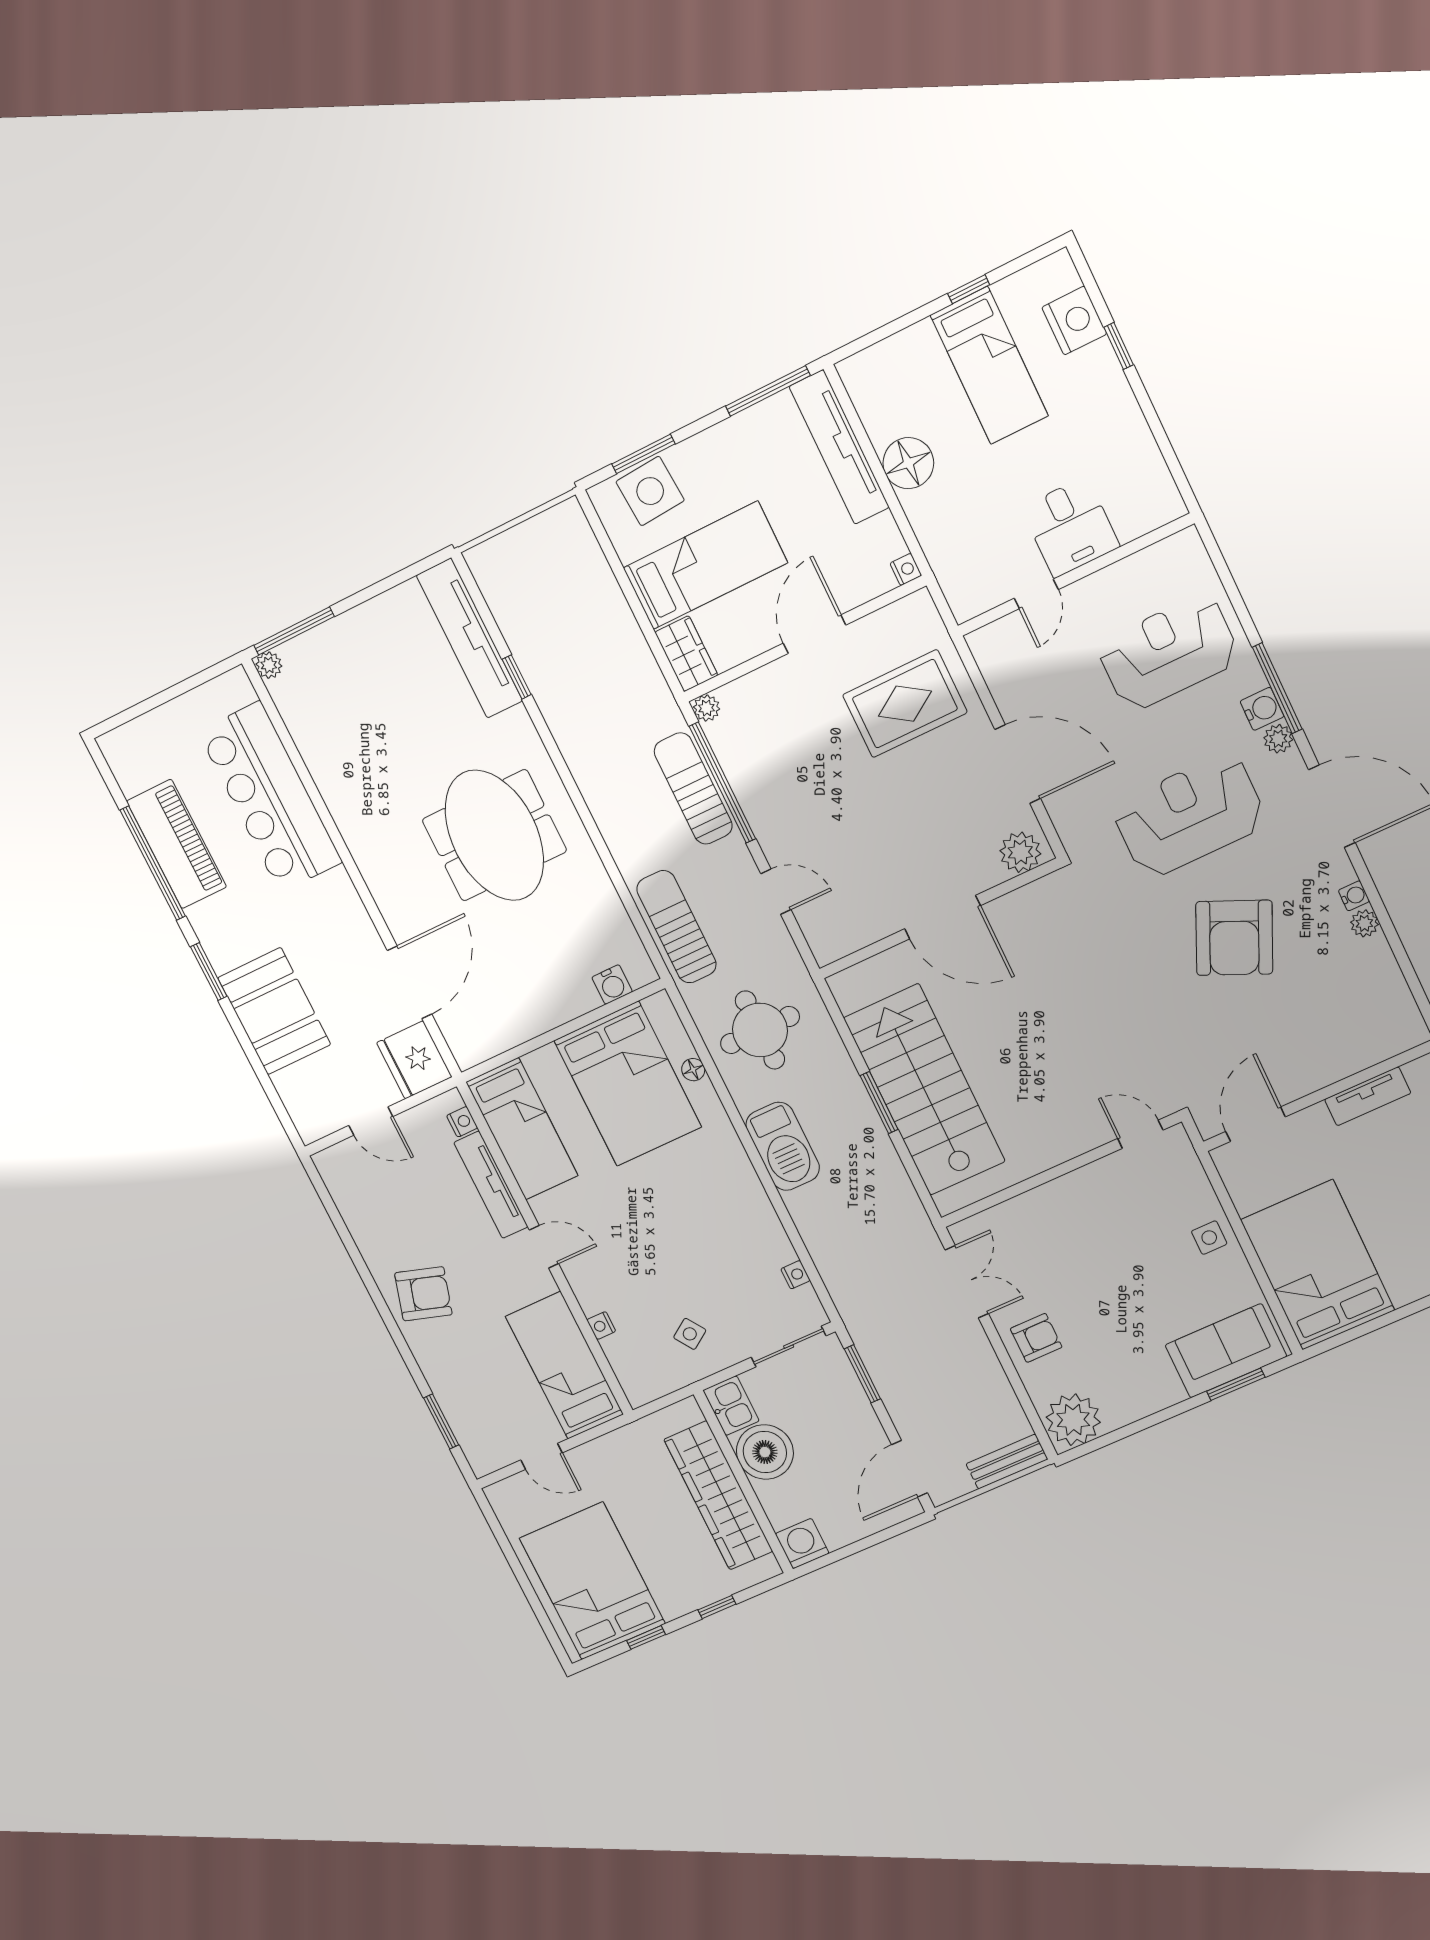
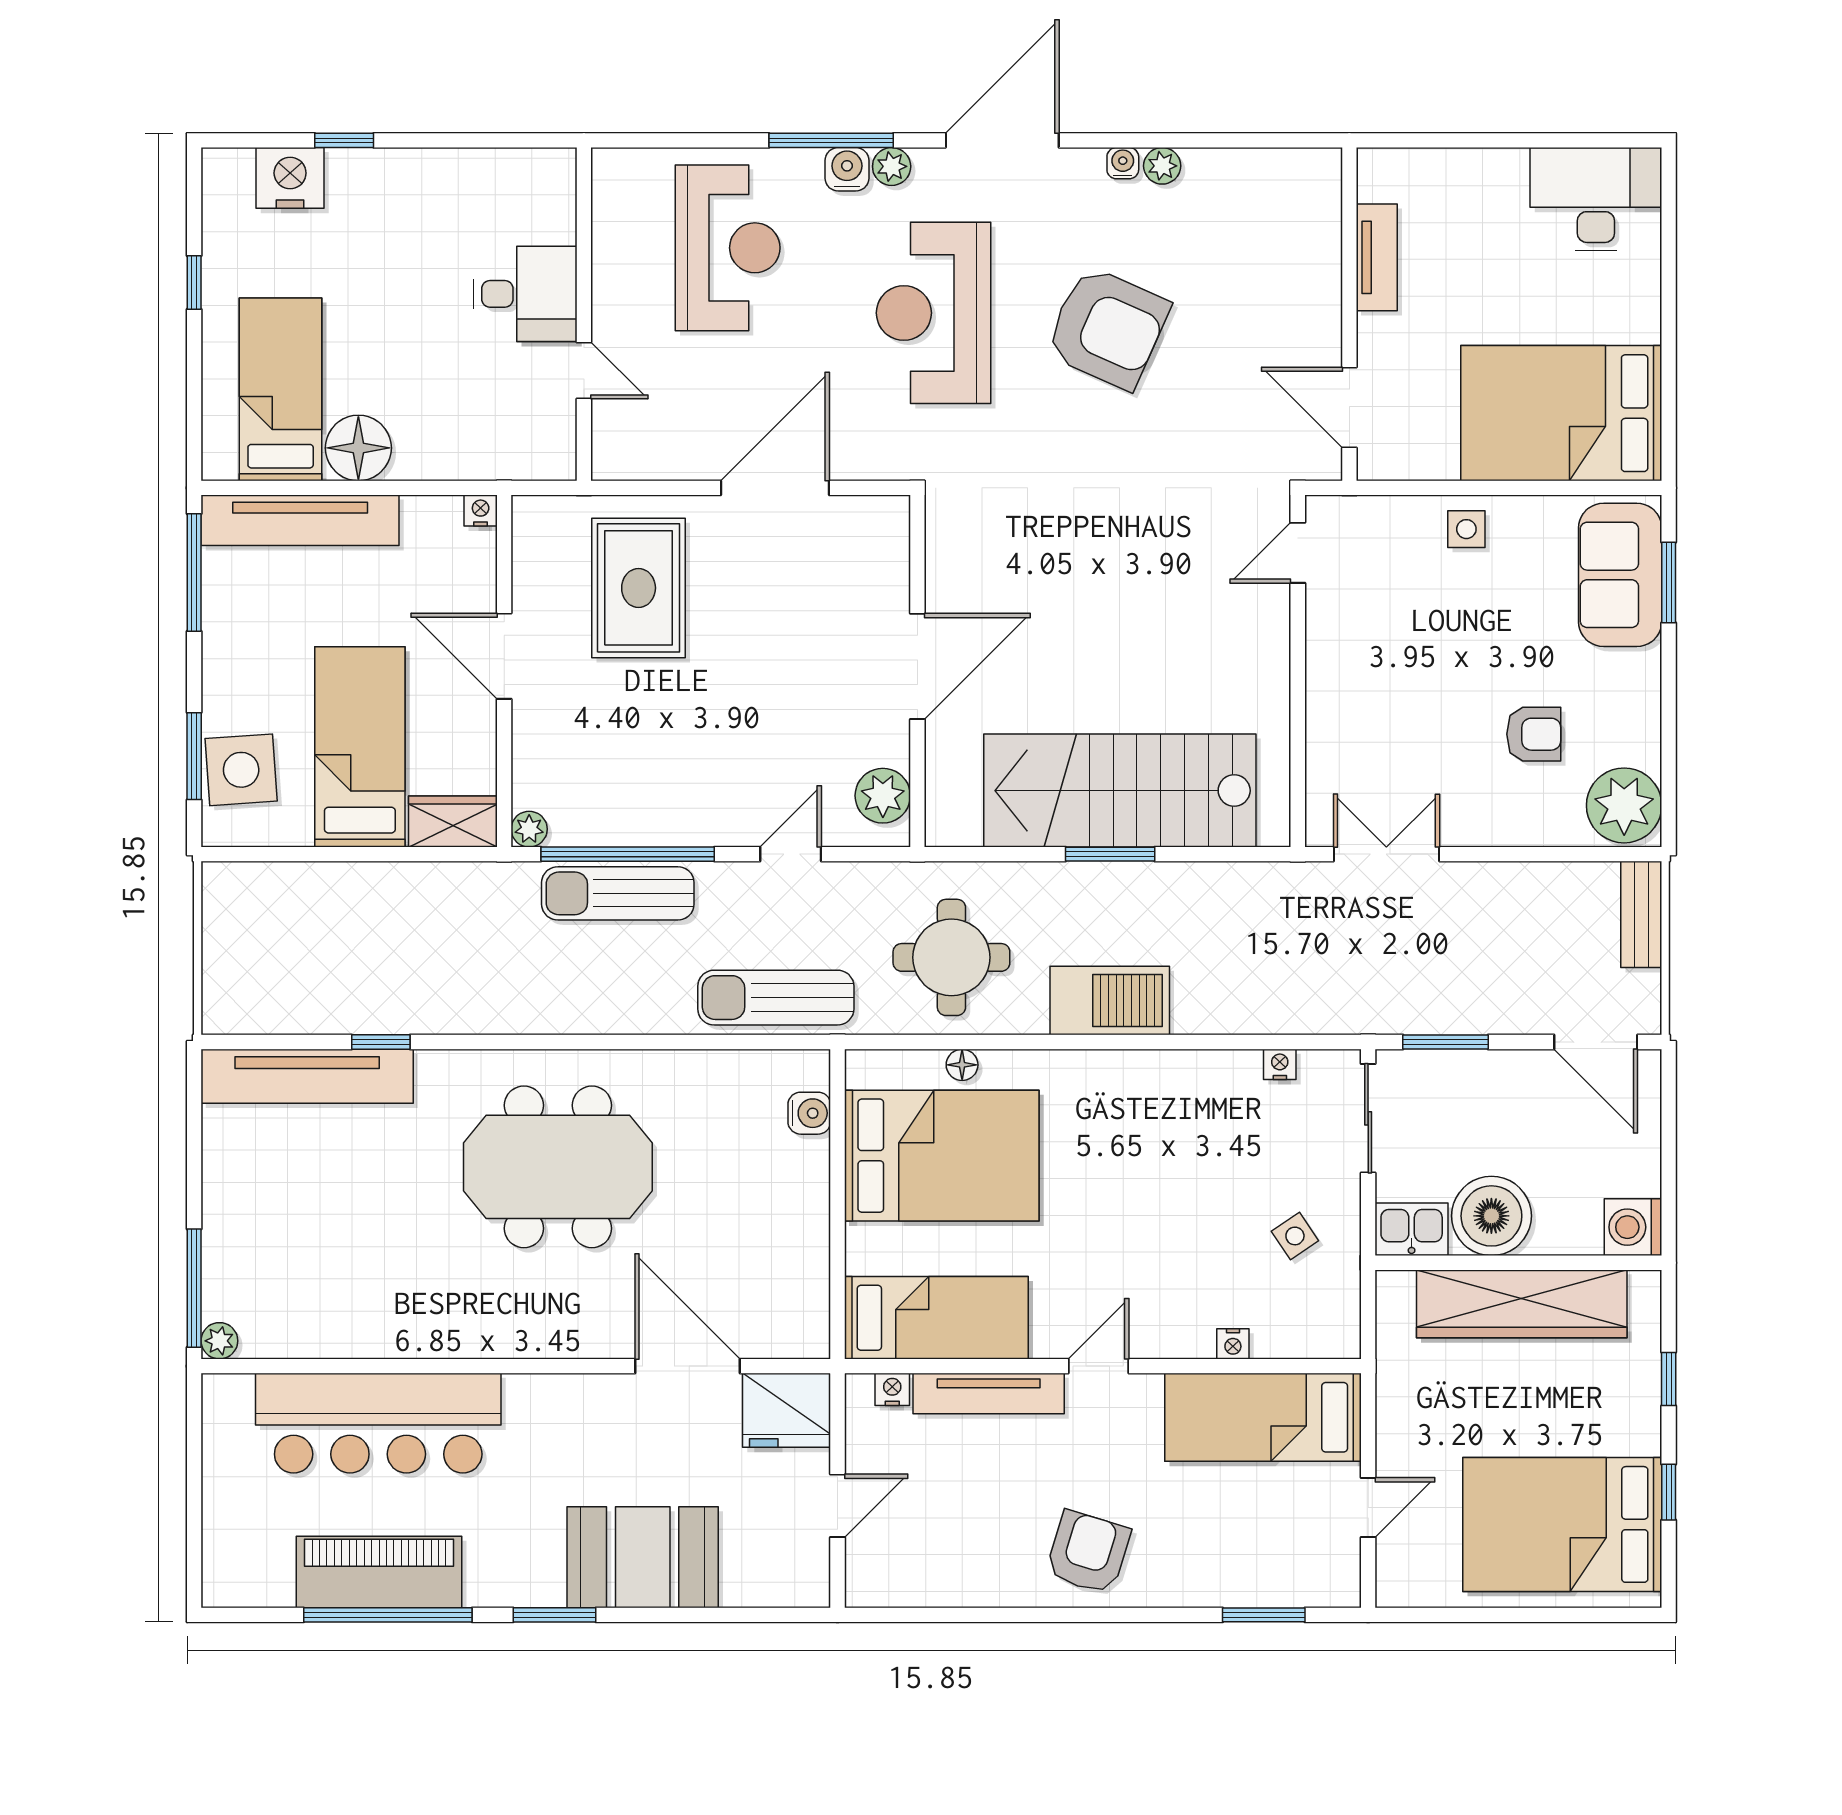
bed: (989, 365) -> (281, 389), moved, turned -90
reception desk: (1168, 652) -> (728, 248), turned 180
plant: (1020, 852) -> (883, 796), moved
armchair: (1036, 1338) -> (1534, 734), moved, turned 90

